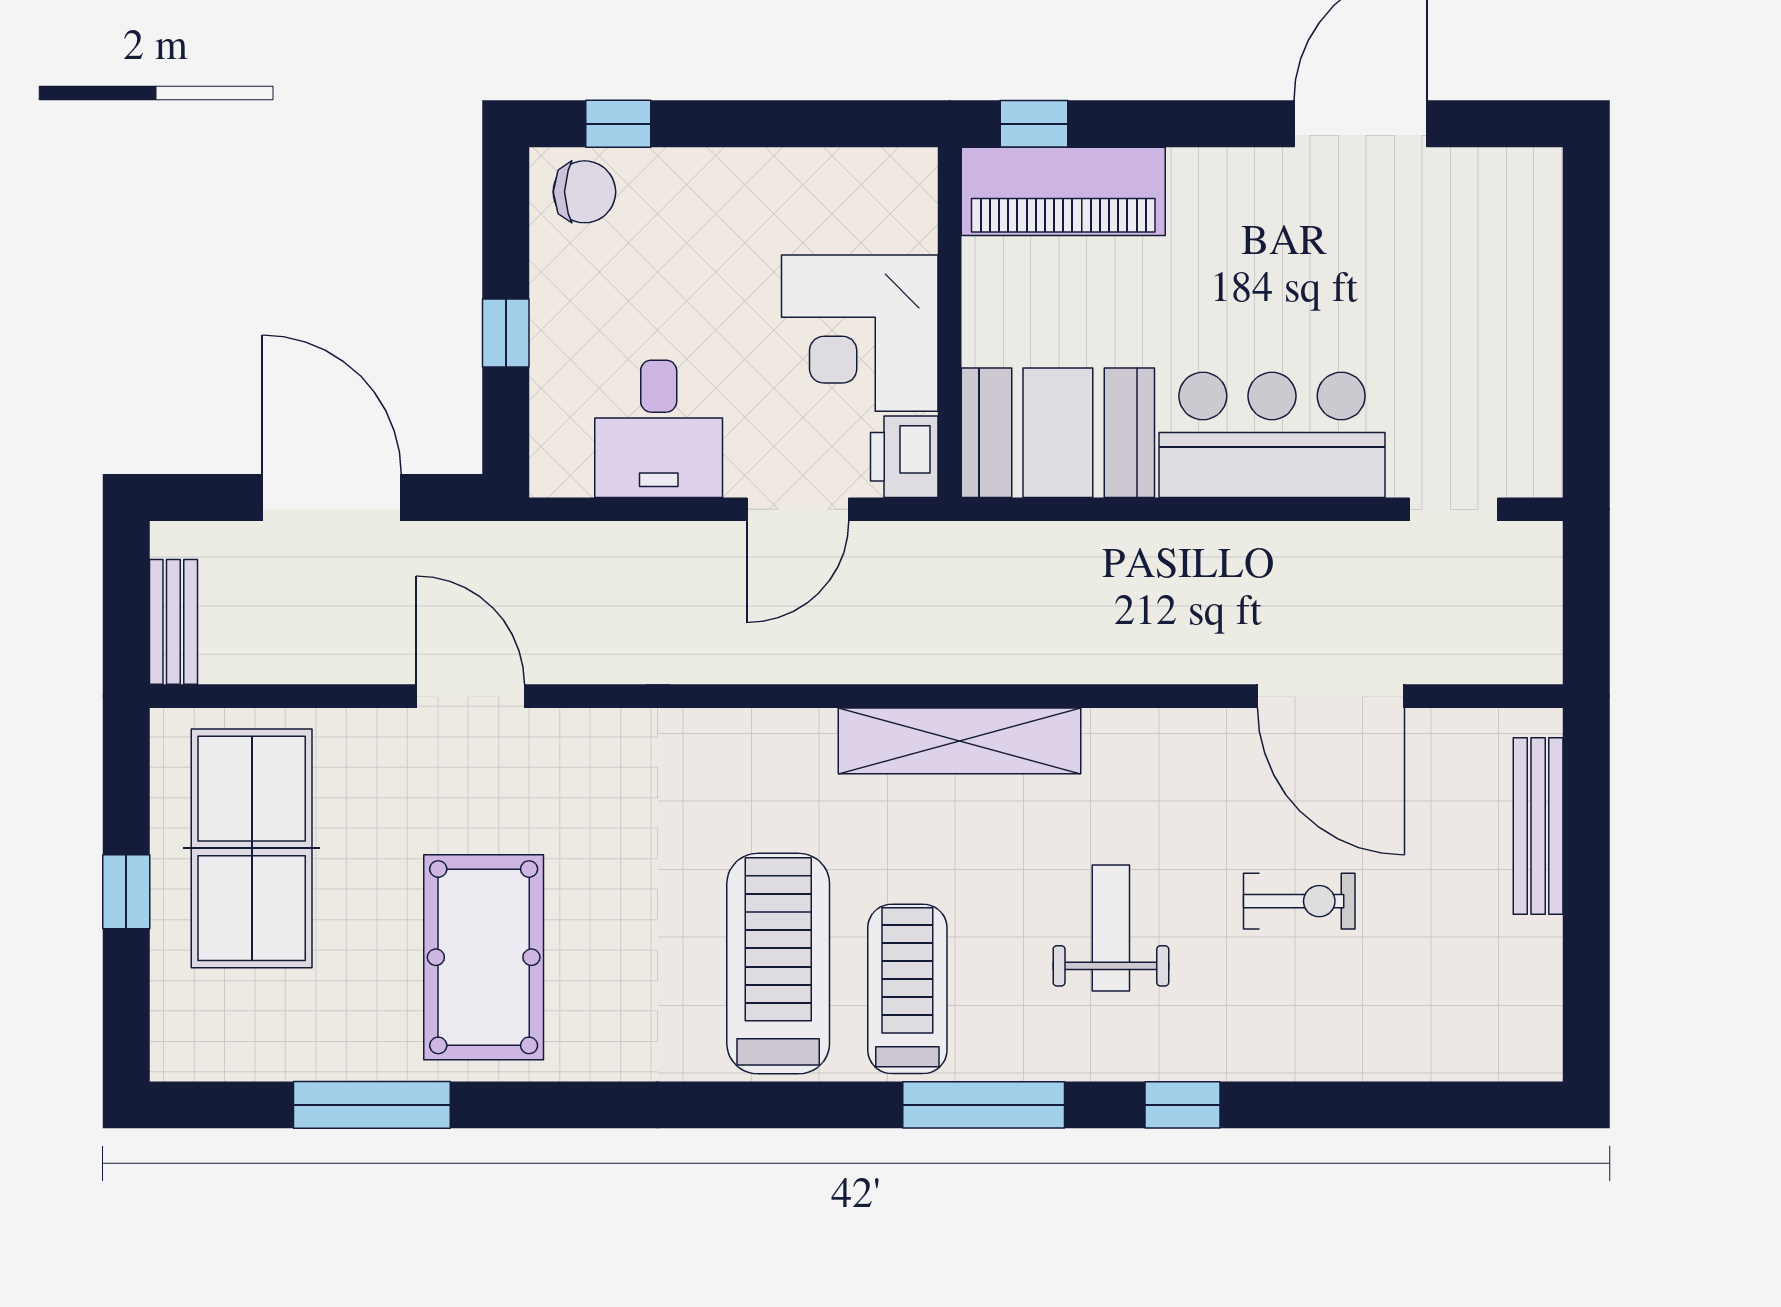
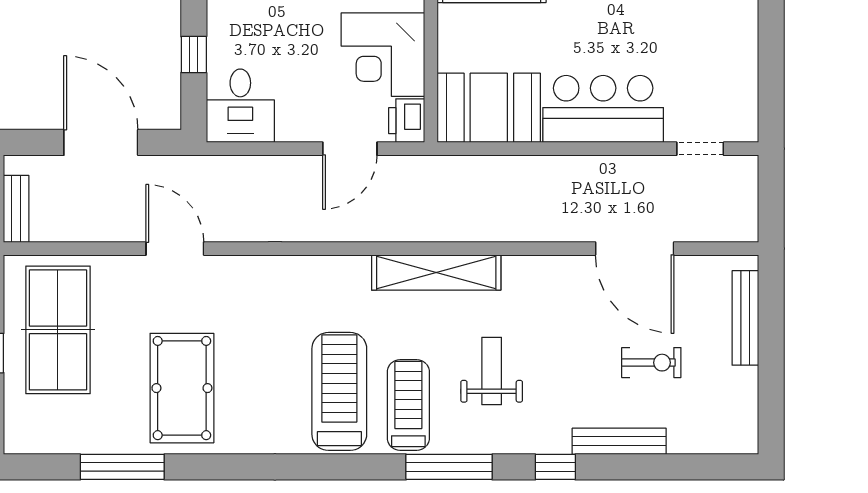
desk: (659, 429) -> (240, 106), moved
exercise bike: (1299, 901) -> (651, 363), moved
weight bench: (1111, 928) -> (492, 371), moved
bench: (1302, 1057) -> (619, 441), added

